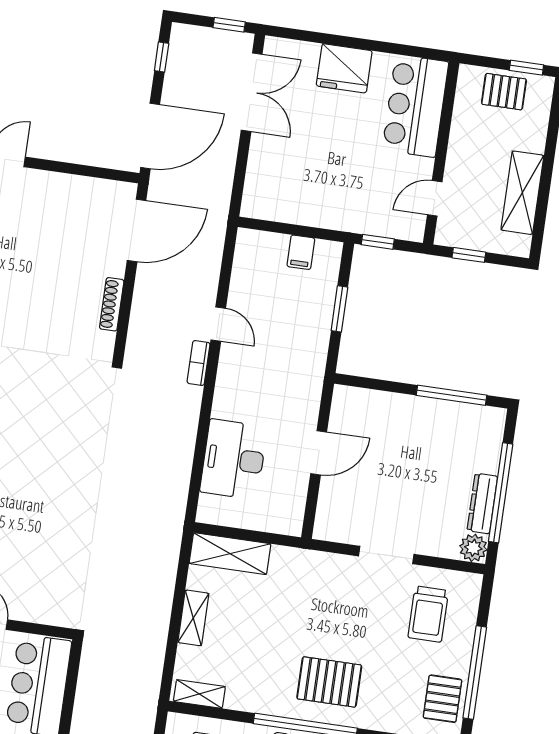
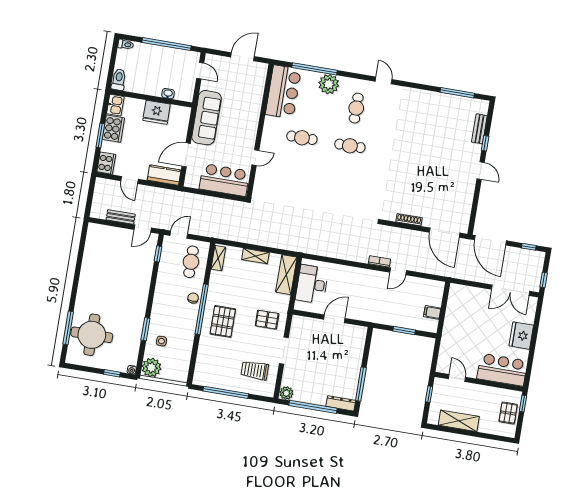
window: (526, 68) -> (523, 404), moved
window: (378, 242) -> (436, 350), removed
door: (319, 453) -> (334, 319), swing flipped
desk: (234, 459) -> (312, 284), moved, turned -90
dresser: (482, 503) -> (341, 403), moved
pallet: (442, 699) -> (267, 320), moved

